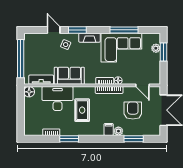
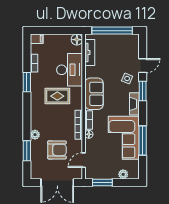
window: (163, 52) -> (102, 183), moved
sofa: (69, 76) -> (94, 94), moved
filing cabinet: (109, 129) -> (37, 39), moved

